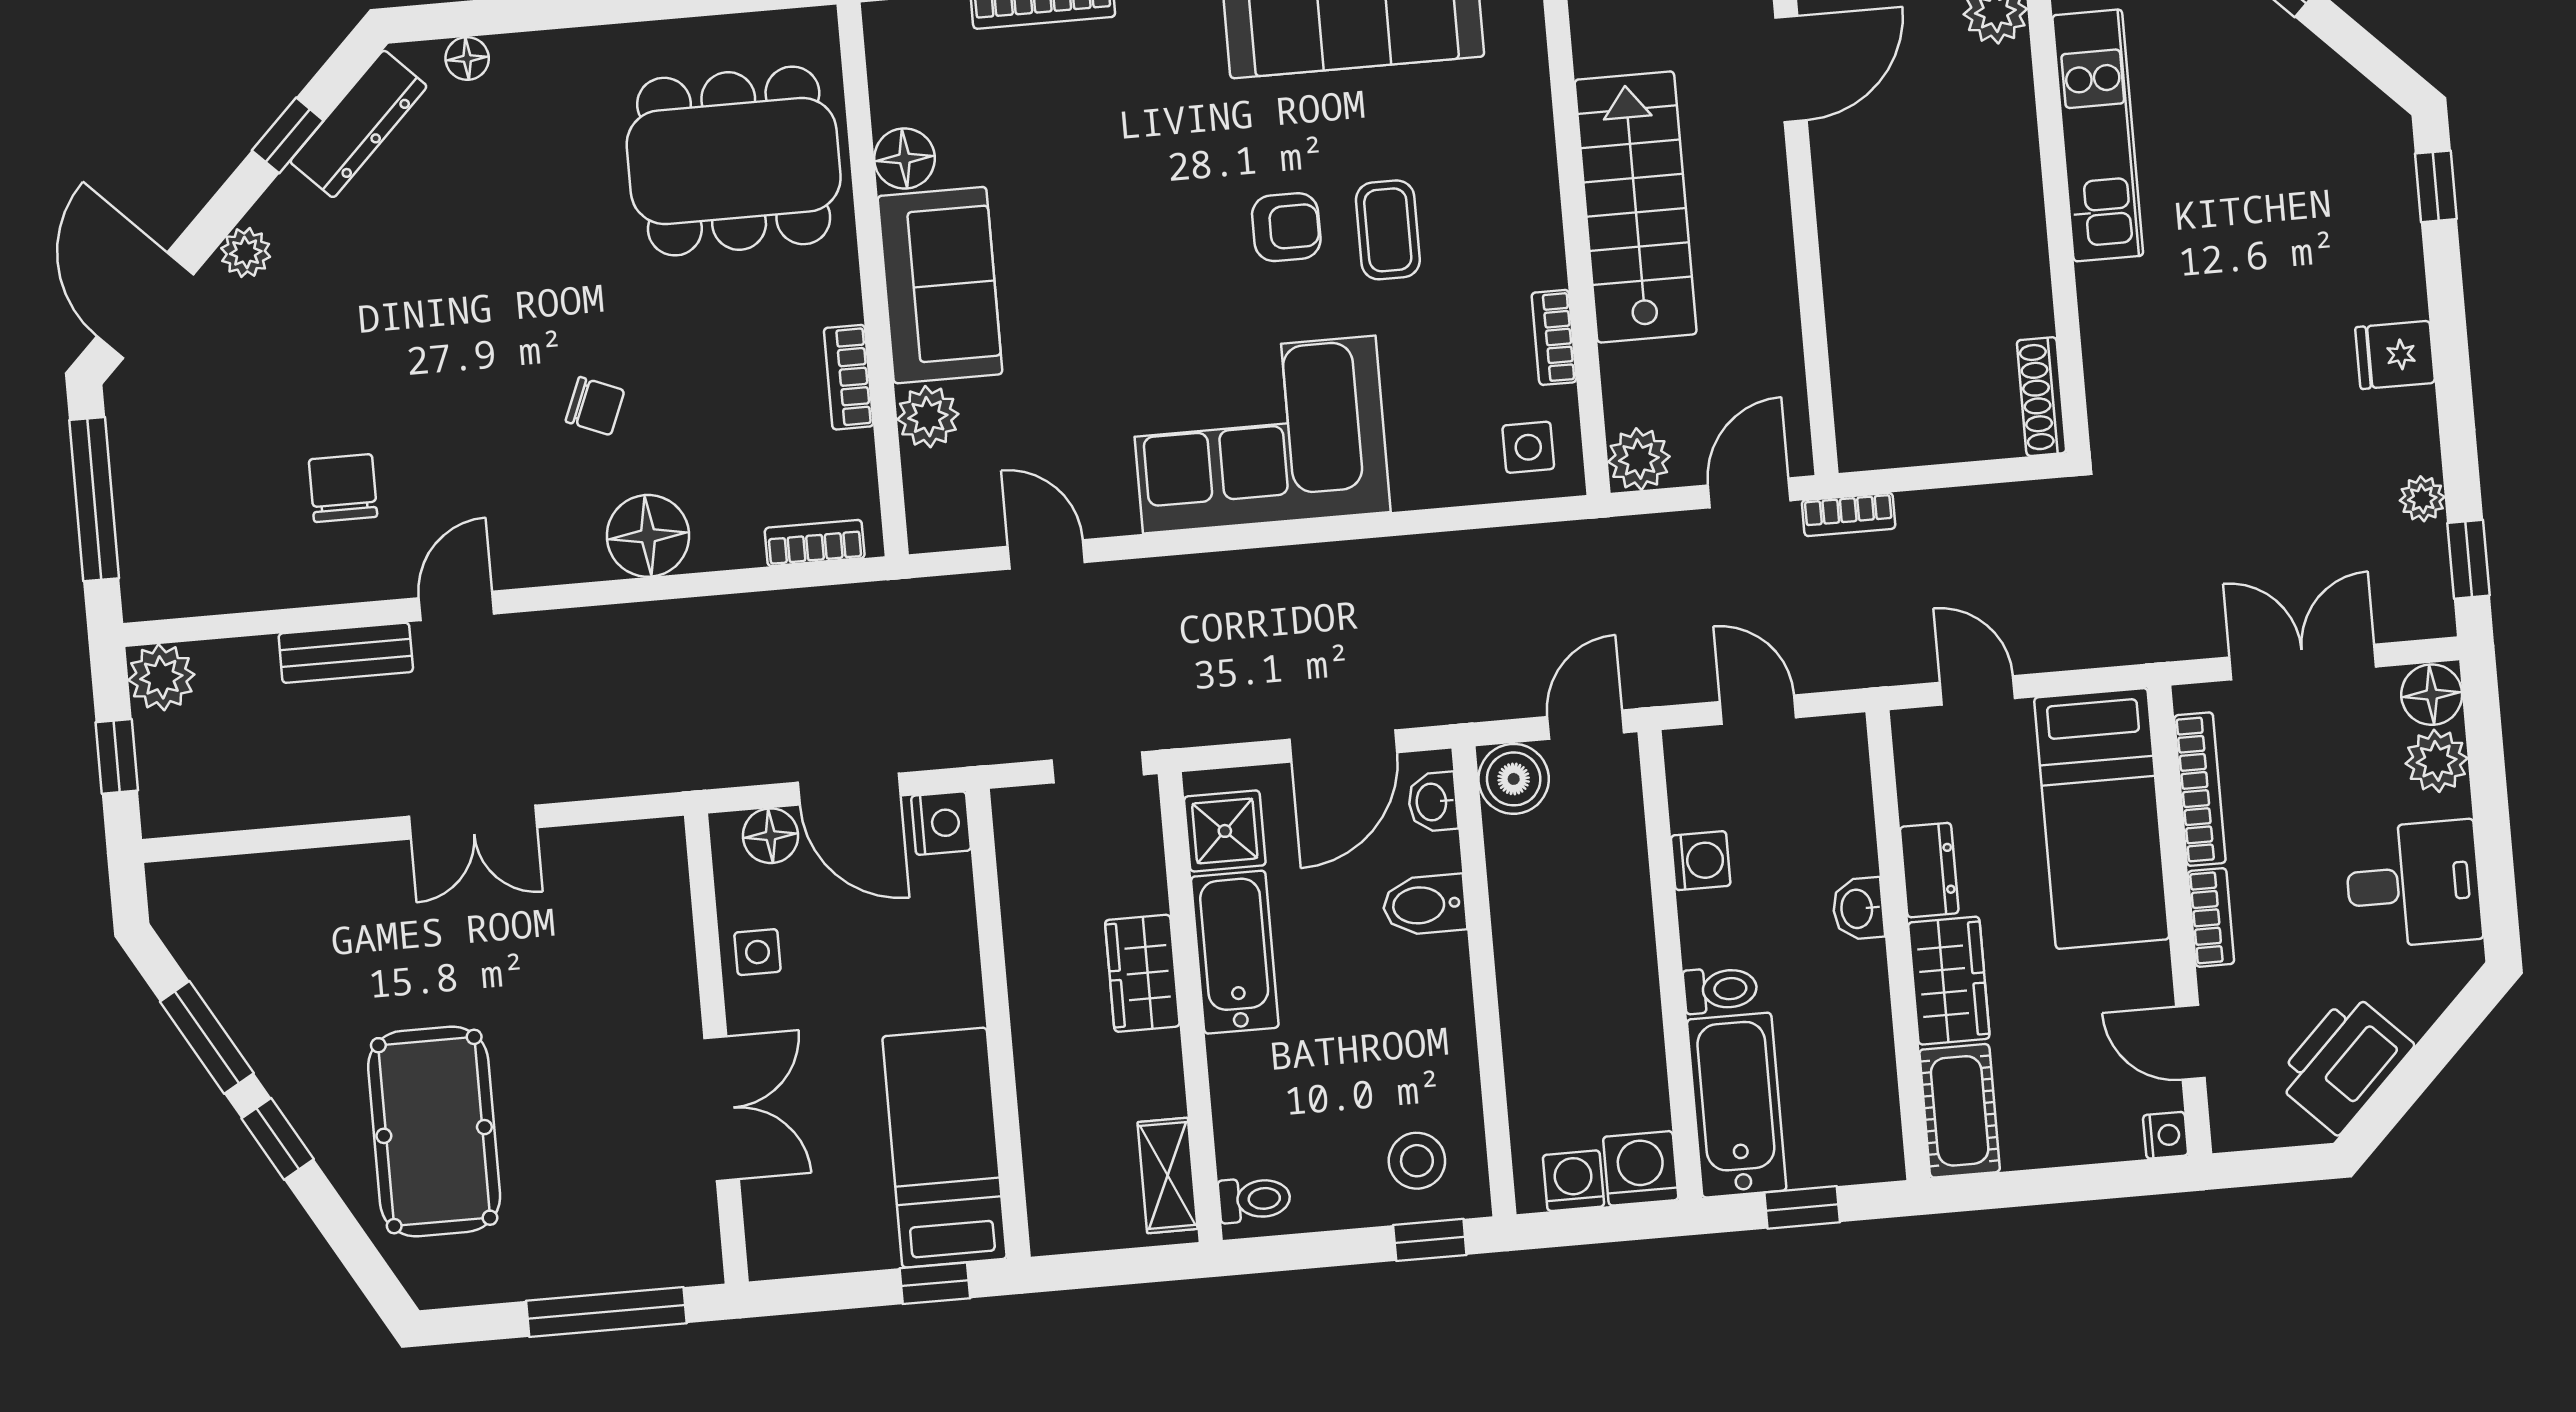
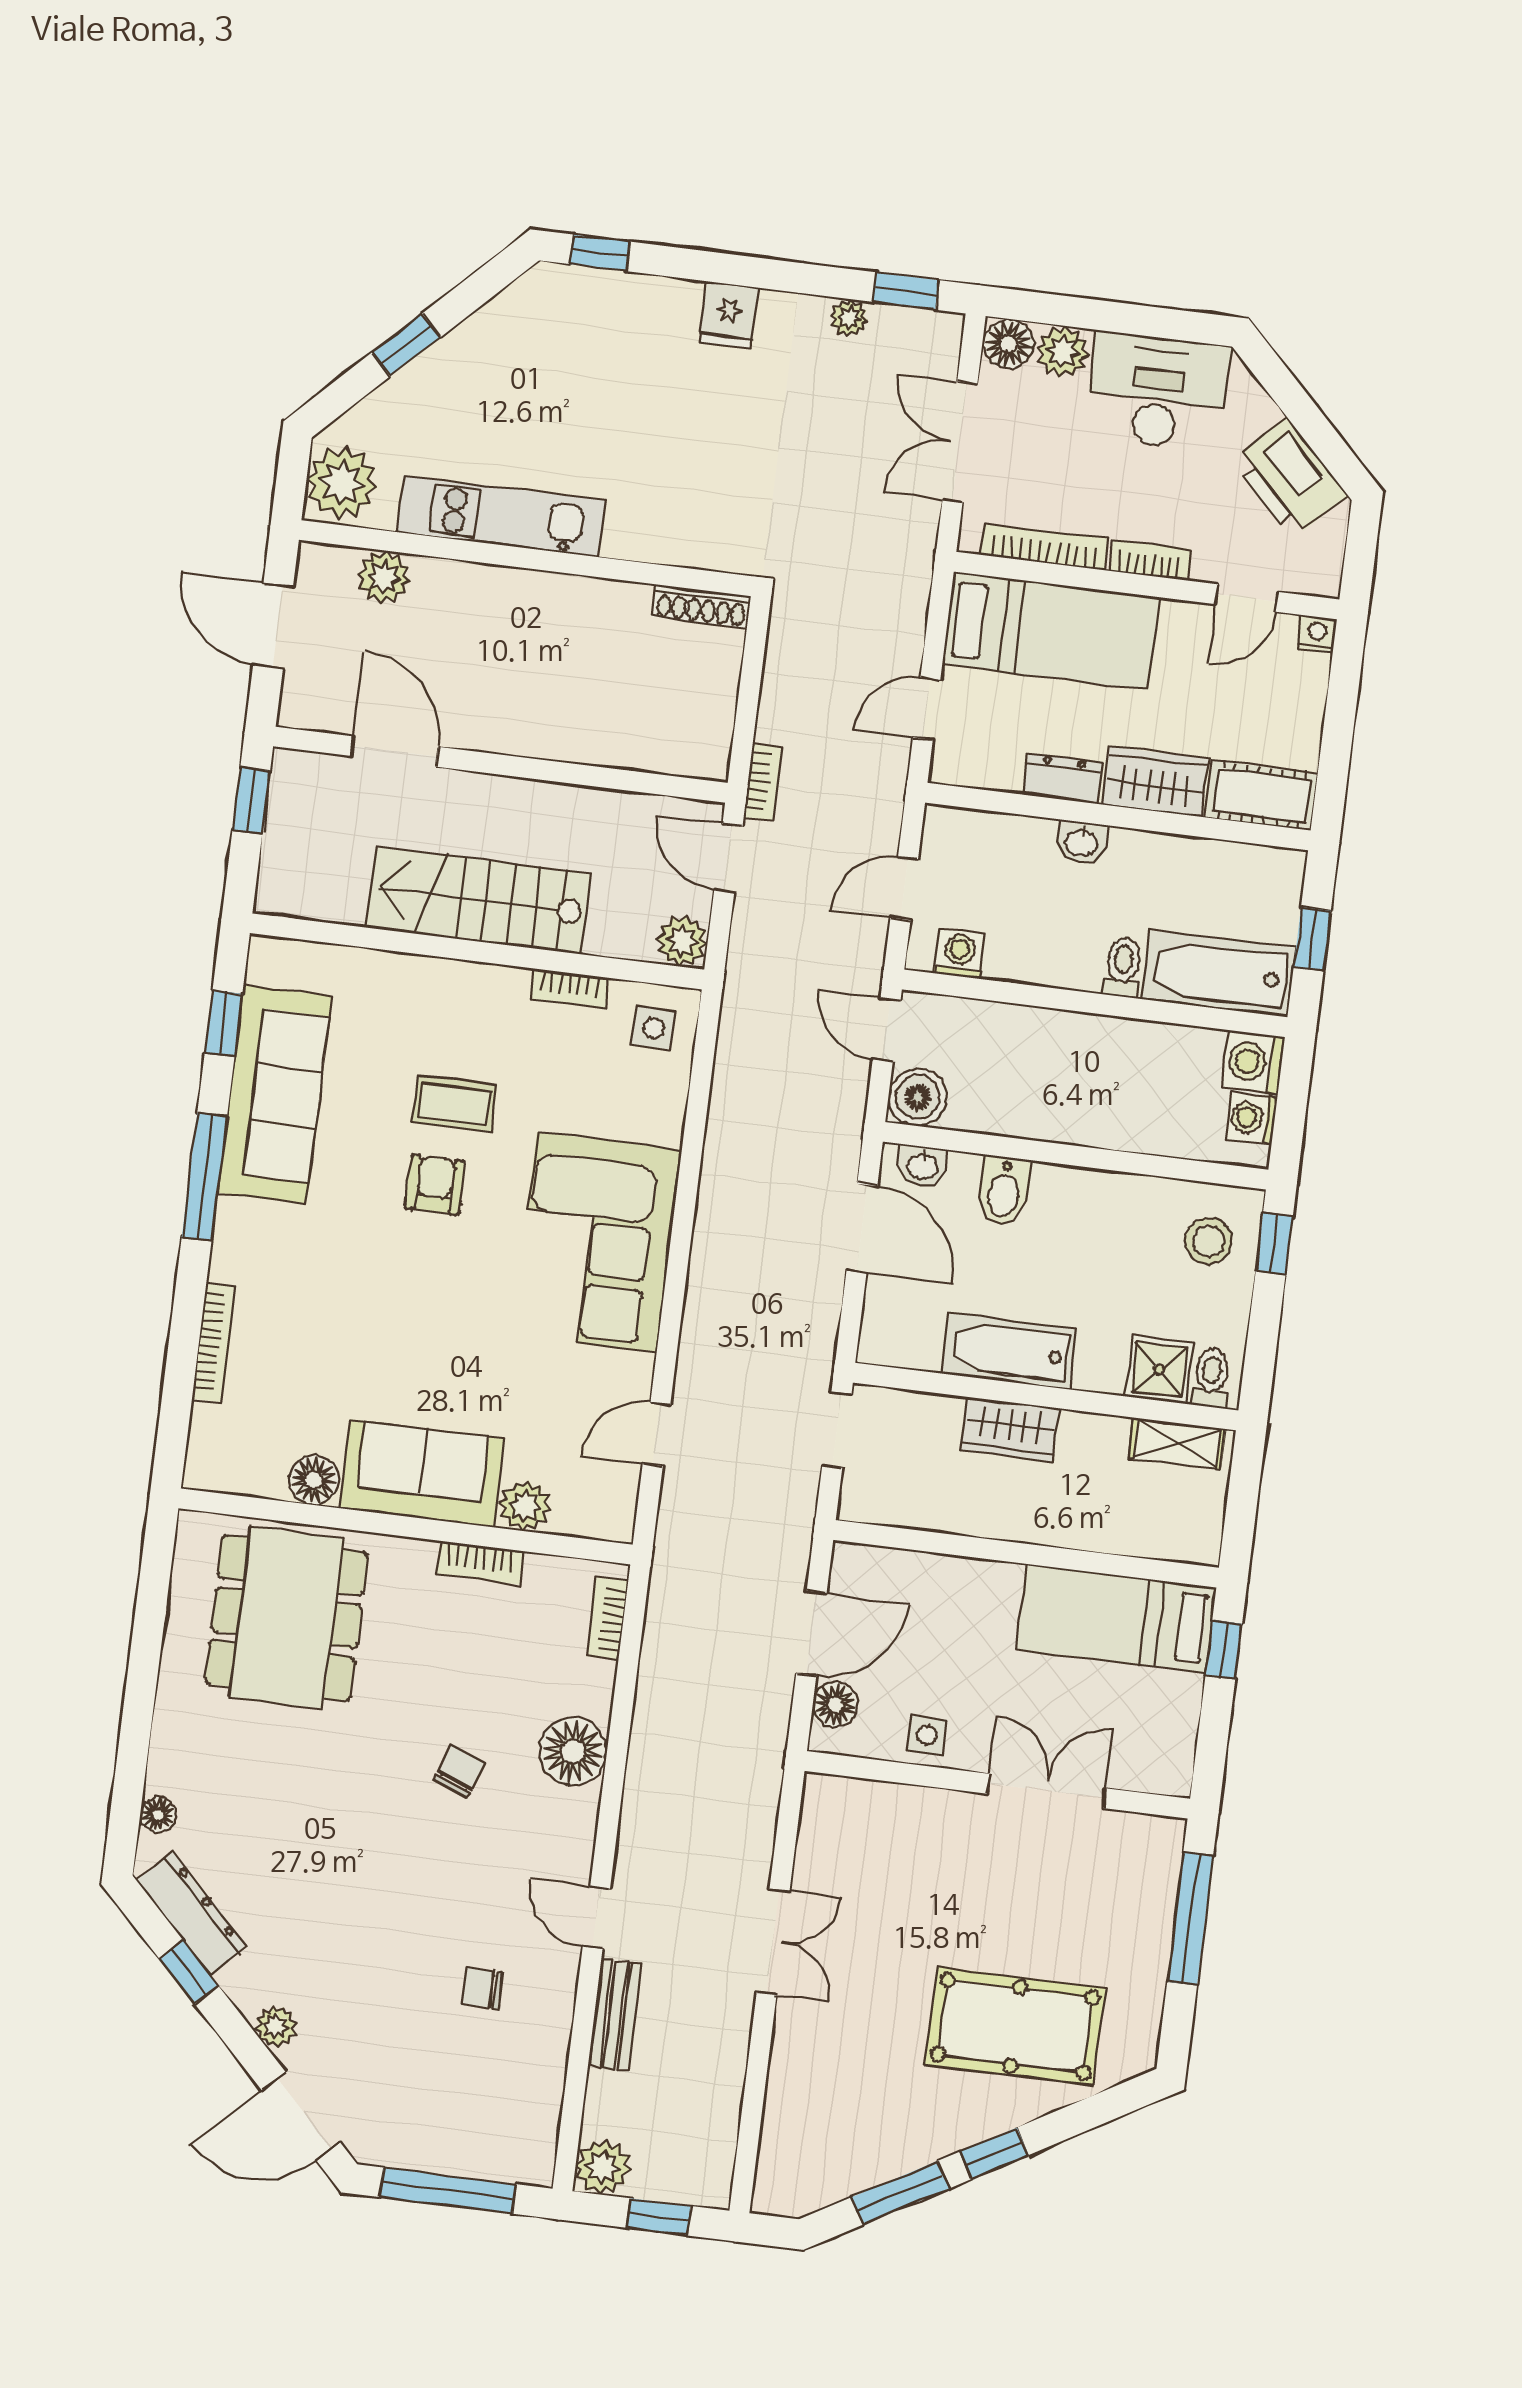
chair: (343, 488) -> (482, 1989), width x0.73, depth x0.73
nightstand: (941, 823) -> (855, 1565), removed
shower: (1225, 831) -> (1159, 1369), moved
washing machine: (1701, 861) -> (959, 954), moved
desk: (2413, 884) -> (1158, 391), width x1.37

